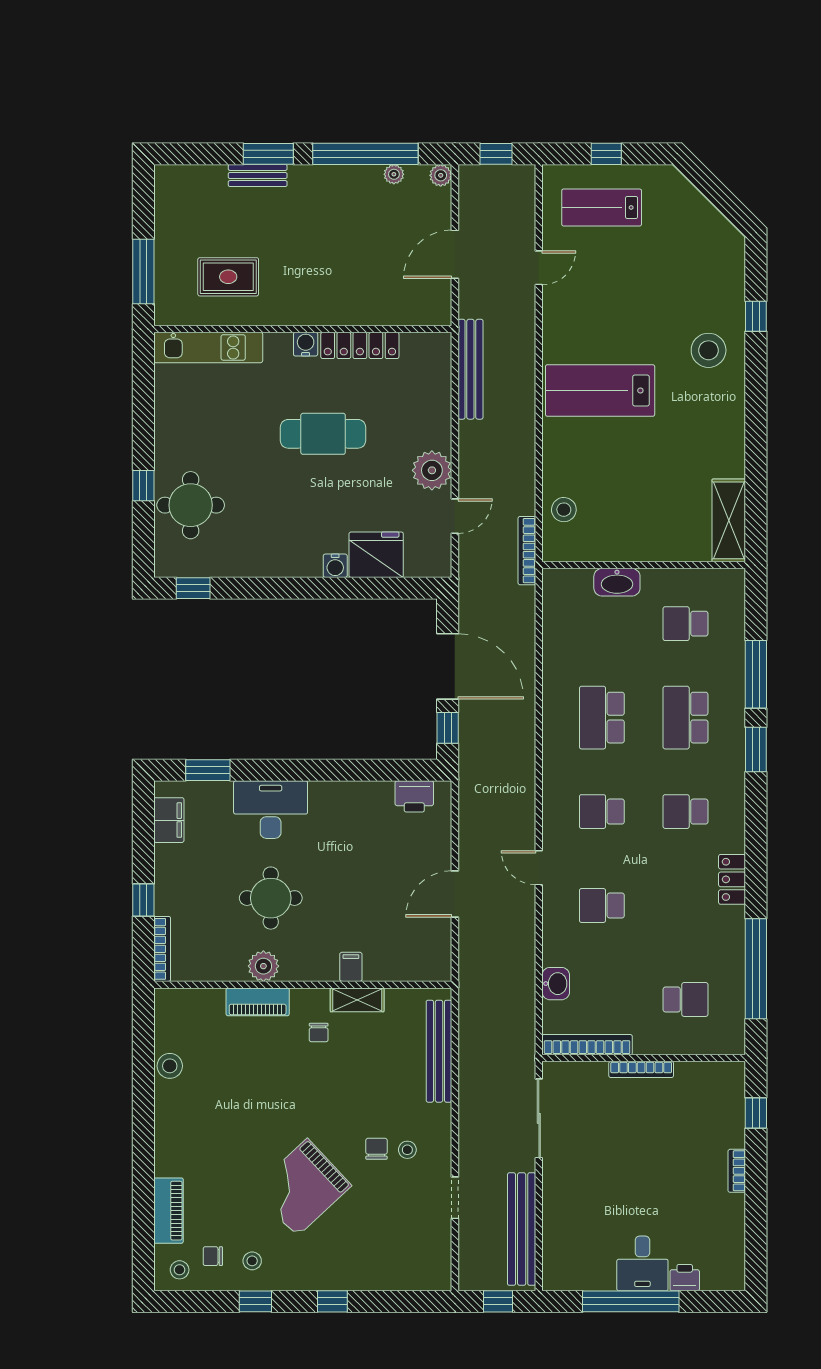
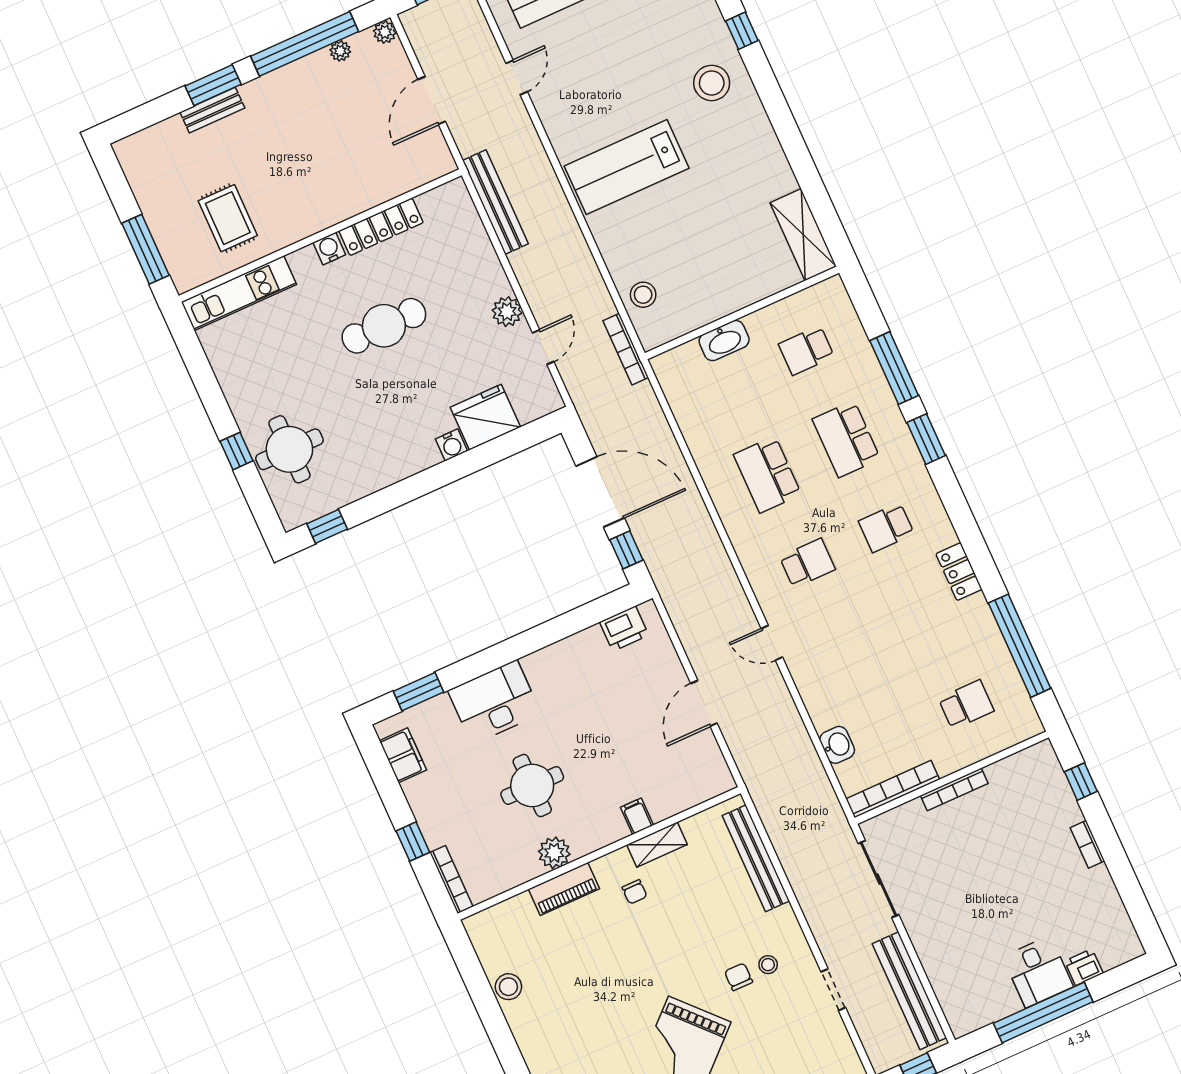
rug: (228, 277) -> (228, 218), turned 90
plant: (432, 470) -> (507, 312), width x0.73, depth x0.73
school desk: (602, 812) -> (807, 563), turned 180
school desk: (602, 906) -> (847, 652), removed

